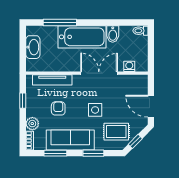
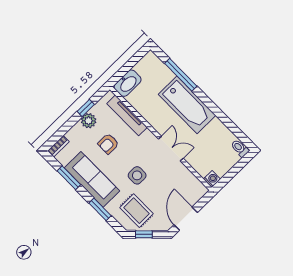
bidet: (113, 34) -> (214, 128), removed
washbasin: (33, 47) -> (128, 83), moved
washing machine: (129, 66) -> (212, 179), moved
double door: (99, 73) -> (171, 149), width x0.73
armchair: (58, 108) -> (108, 144), turned 180
plant: (32, 124) -> (89, 121), moved

